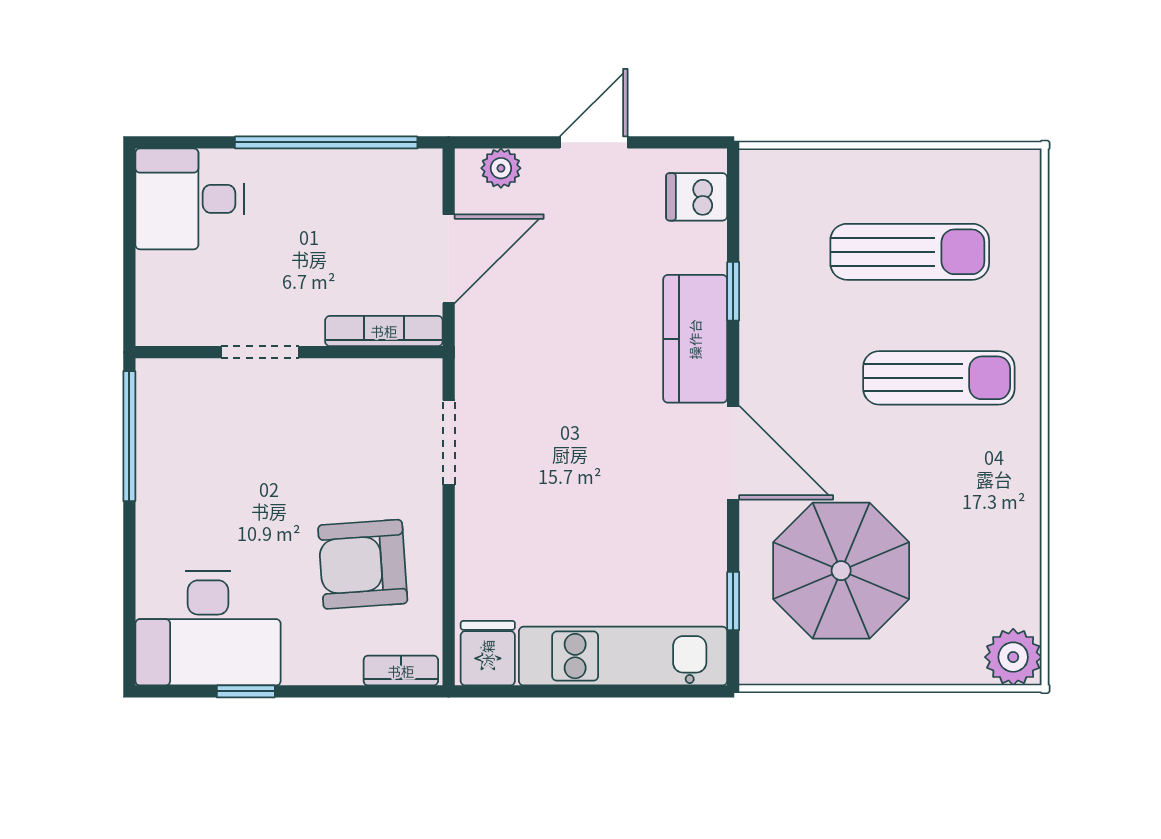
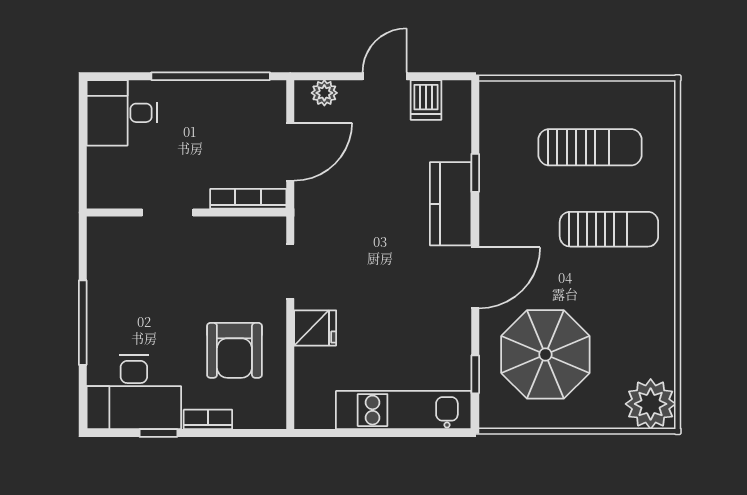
dishwasher: (697, 197) -> (426, 100), moved, turned -90
window: (129, 436) -> (83, 323), moved
door: (733, 453) -> (475, 278), hinge flipped
armchair: (363, 564) -> (234, 350), turned -86
fridge: (488, 653) -> (315, 328), moved, turned 90
plant: (1013, 657) -> (651, 404), width x1.36, depth x1.36
bookcase: (401, 671) -> (208, 419), moved

